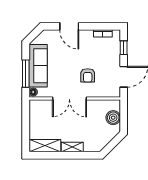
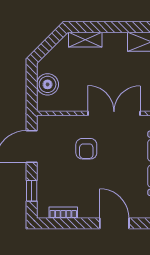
armchair: (88, 75) -> (86, 149), turned 180
shelving: (72, 147) -> (85, 40), moved

